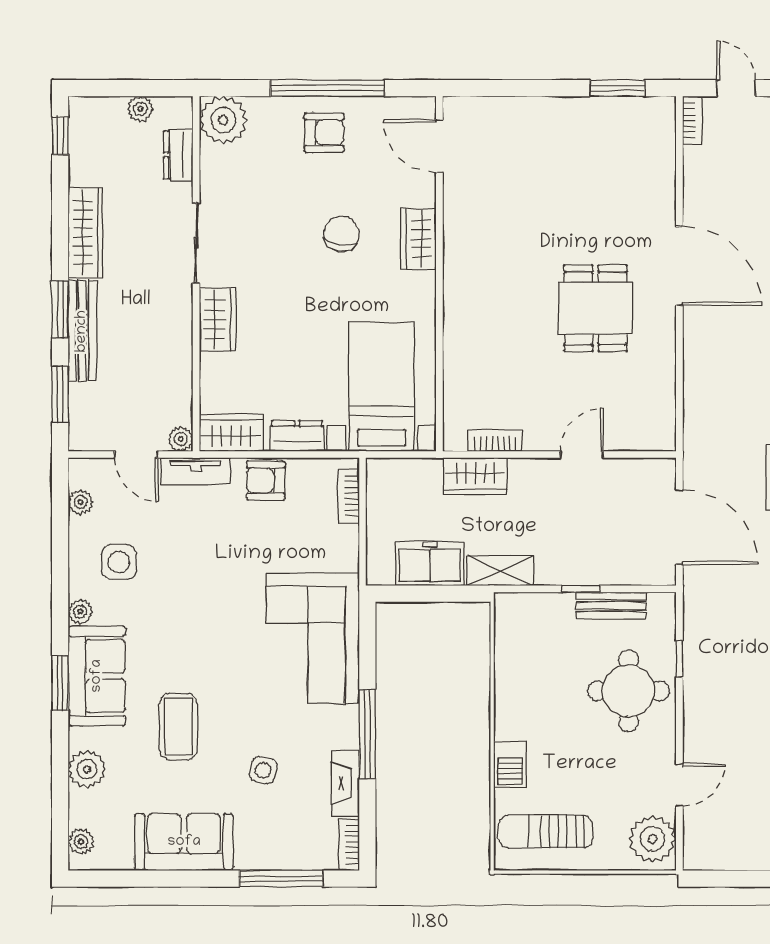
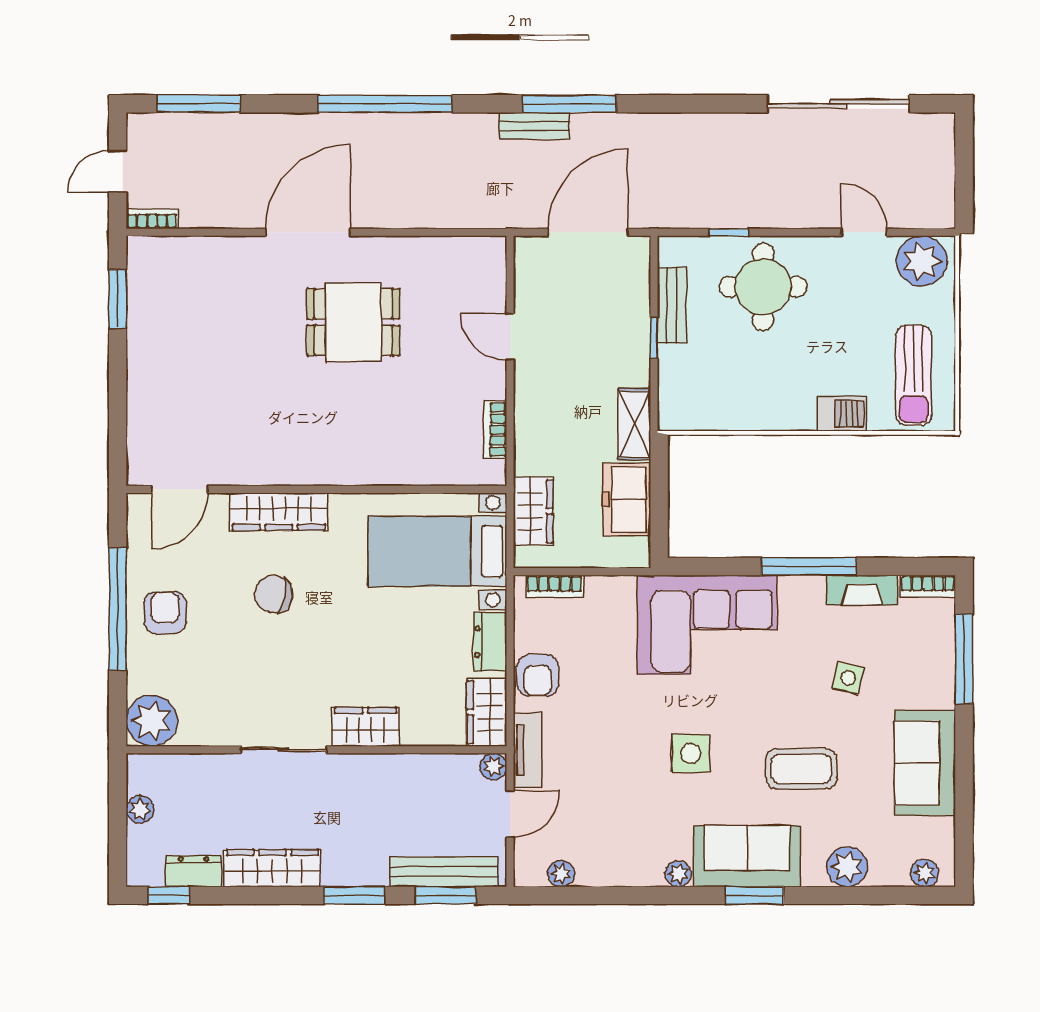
dresser: (178, 155) -> (194, 871), moved, turned 180
wardrobe: (419, 239) -> (279, 512), width x1.50
bench: (82, 331) -> (444, 872), moved
wardrobe: (476, 476) -> (533, 511), moved
side table: (119, 562) -> (691, 753), moved

